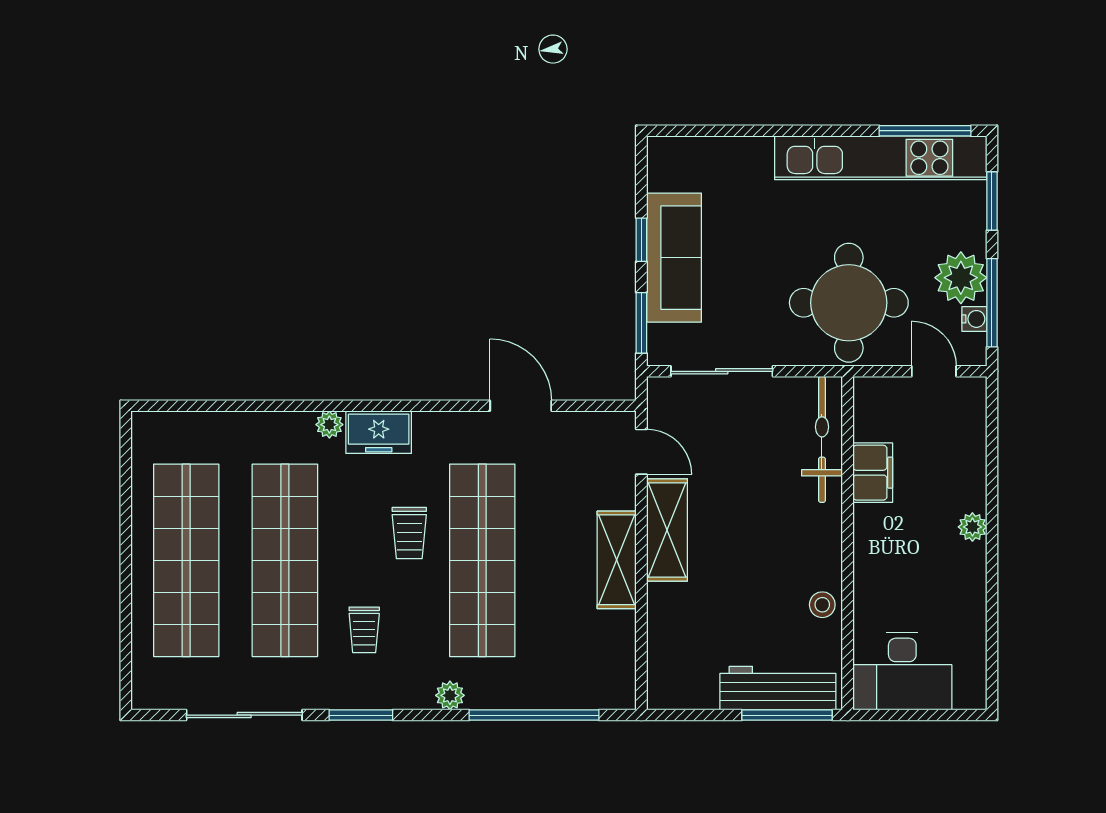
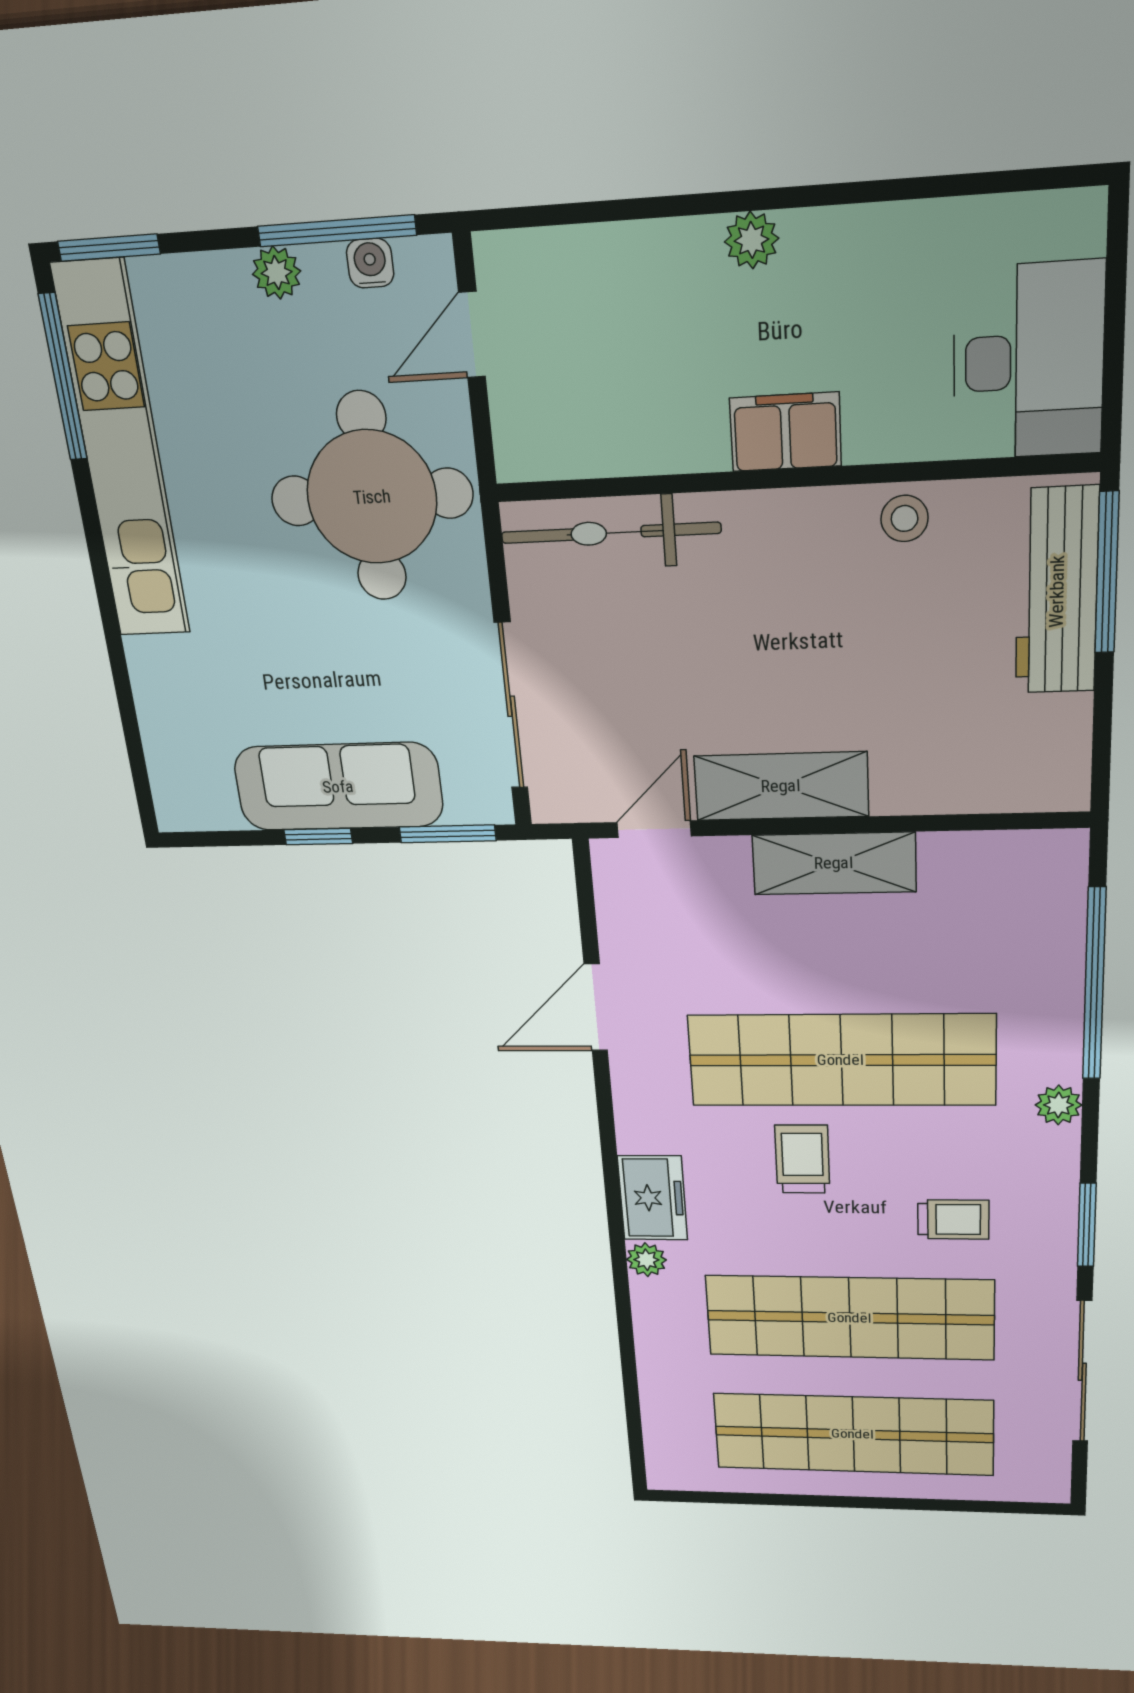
window: (992, 201) -> (109, 248), moved
plant: (961, 278) -> (277, 273), width x0.53, depth x0.53
filing cabinet: (873, 473) -> (786, 432), moved
trolley: (409, 533) -> (802, 1159), turned -90

